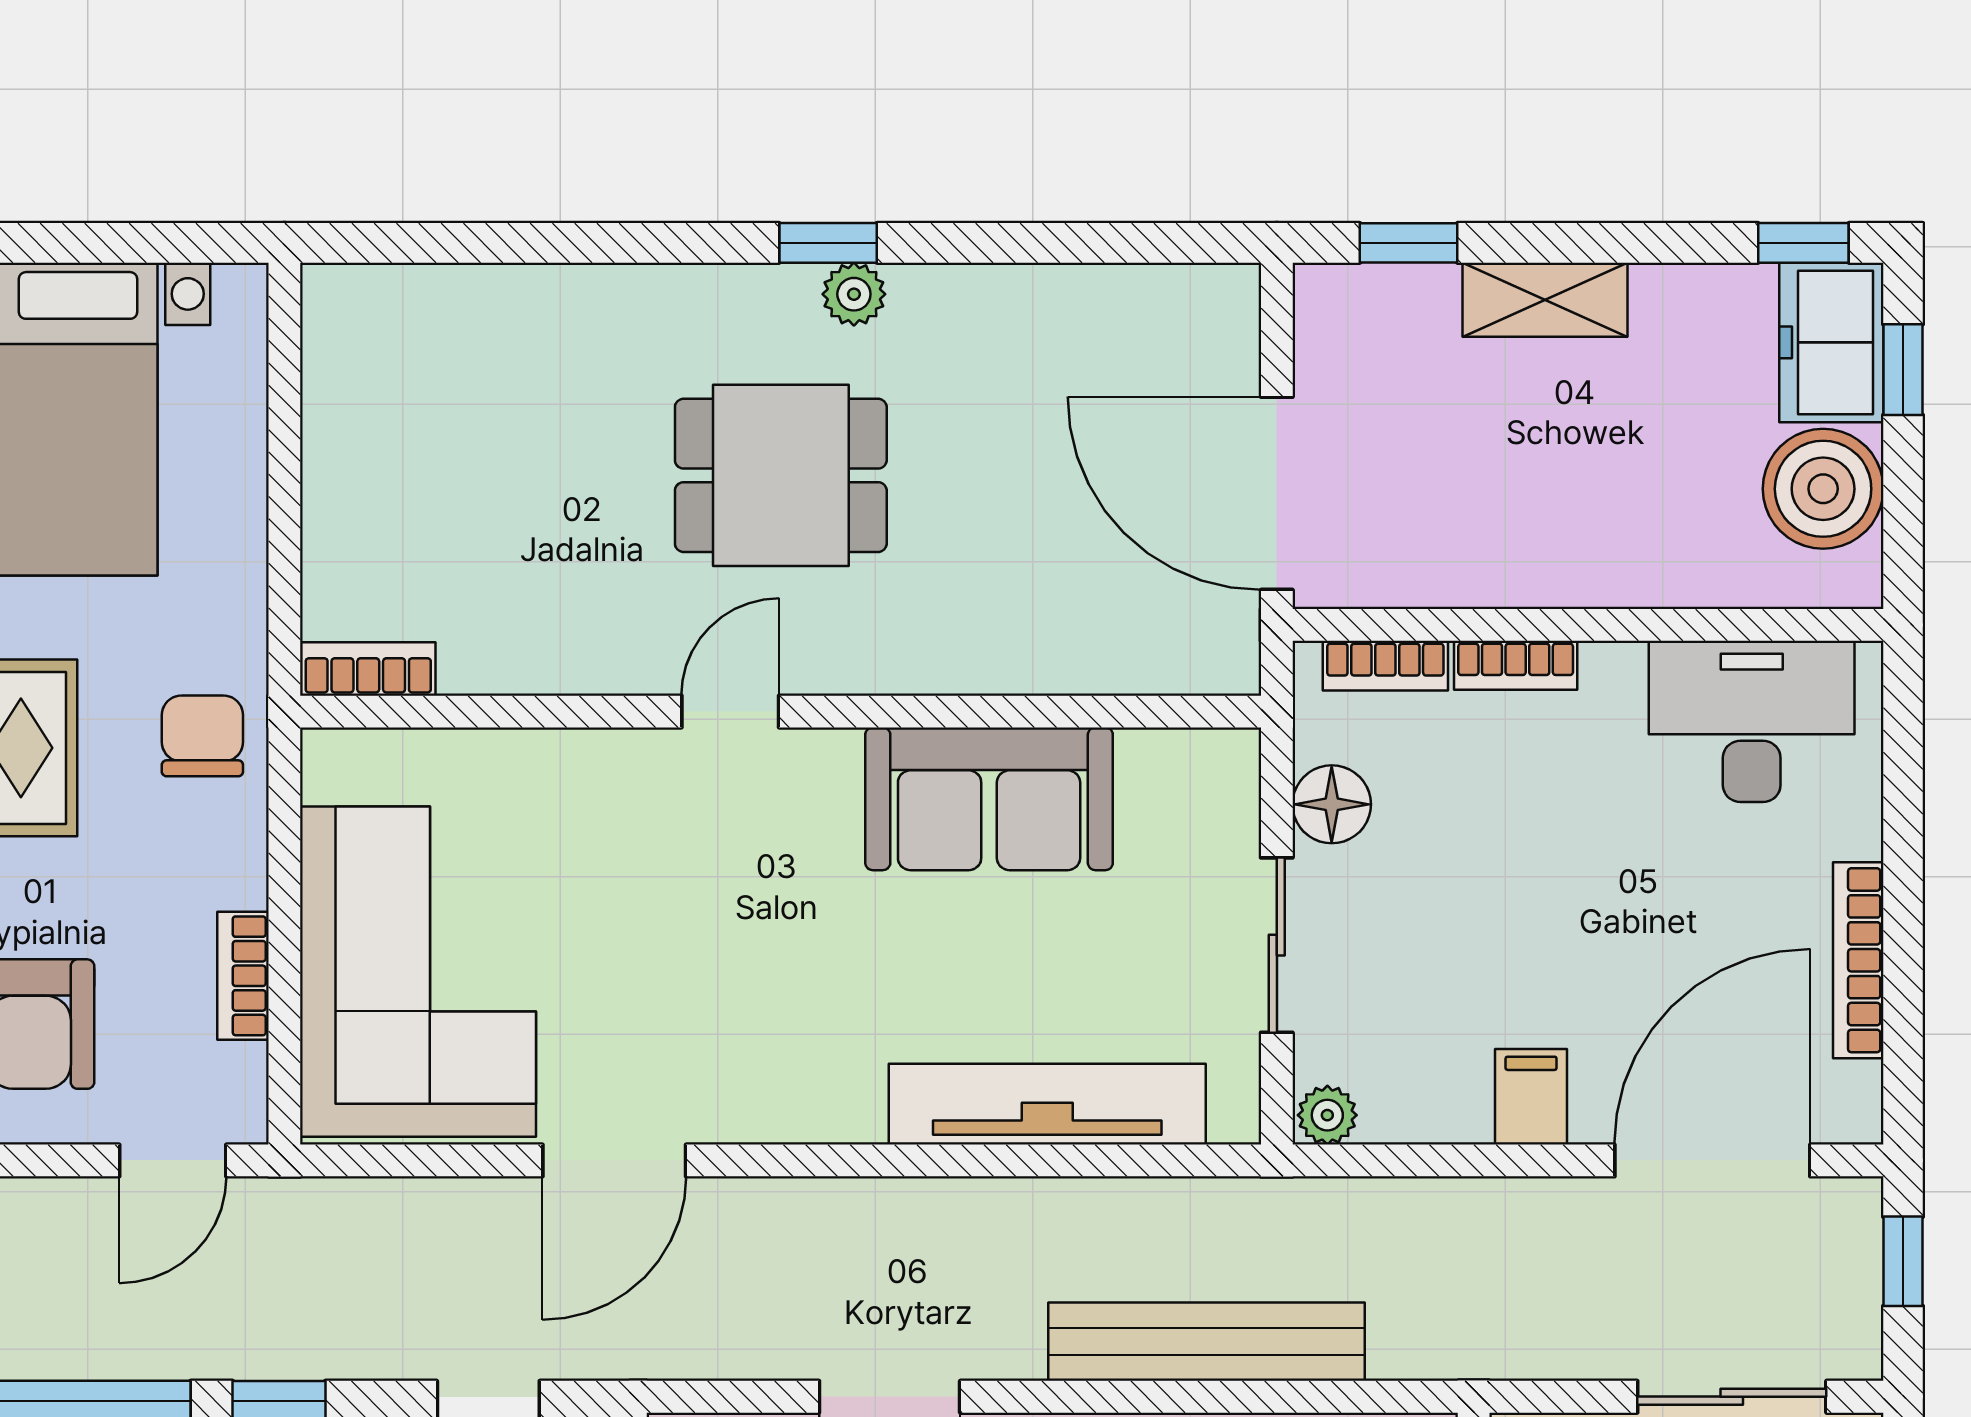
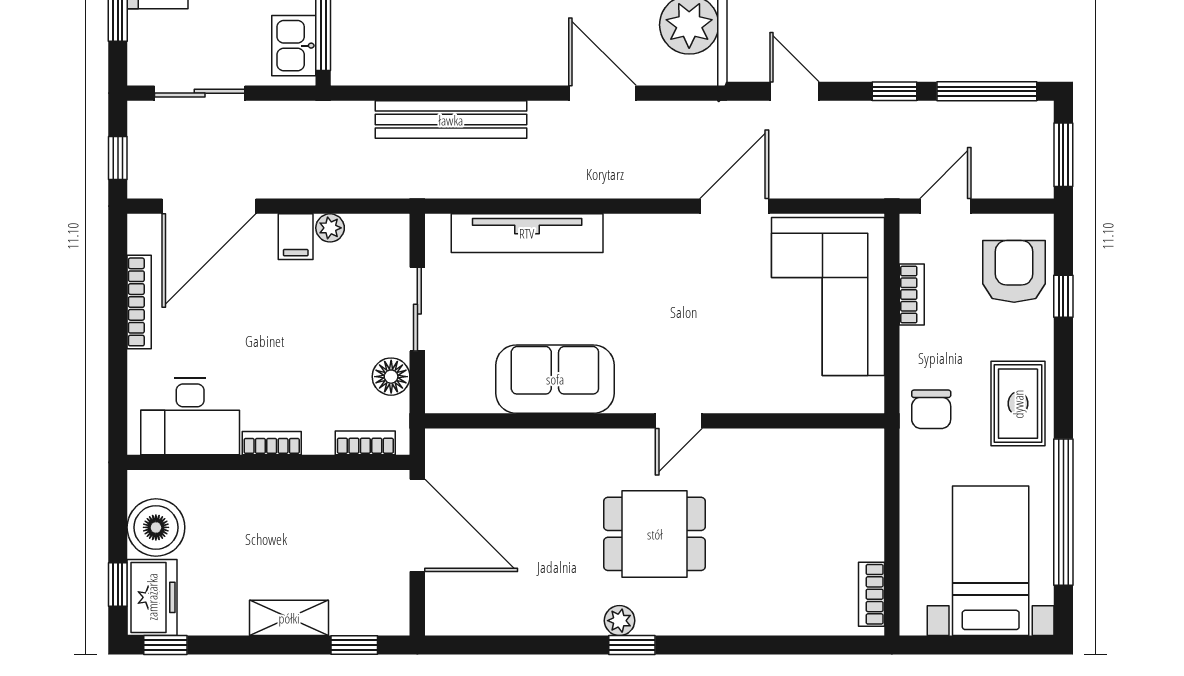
bookcase: (1516, 665) -> (272, 443), moved
bookcase: (368, 669) -> (872, 594), moved, turned 90
plant: (1327, 1115) -> (330, 228), moved

